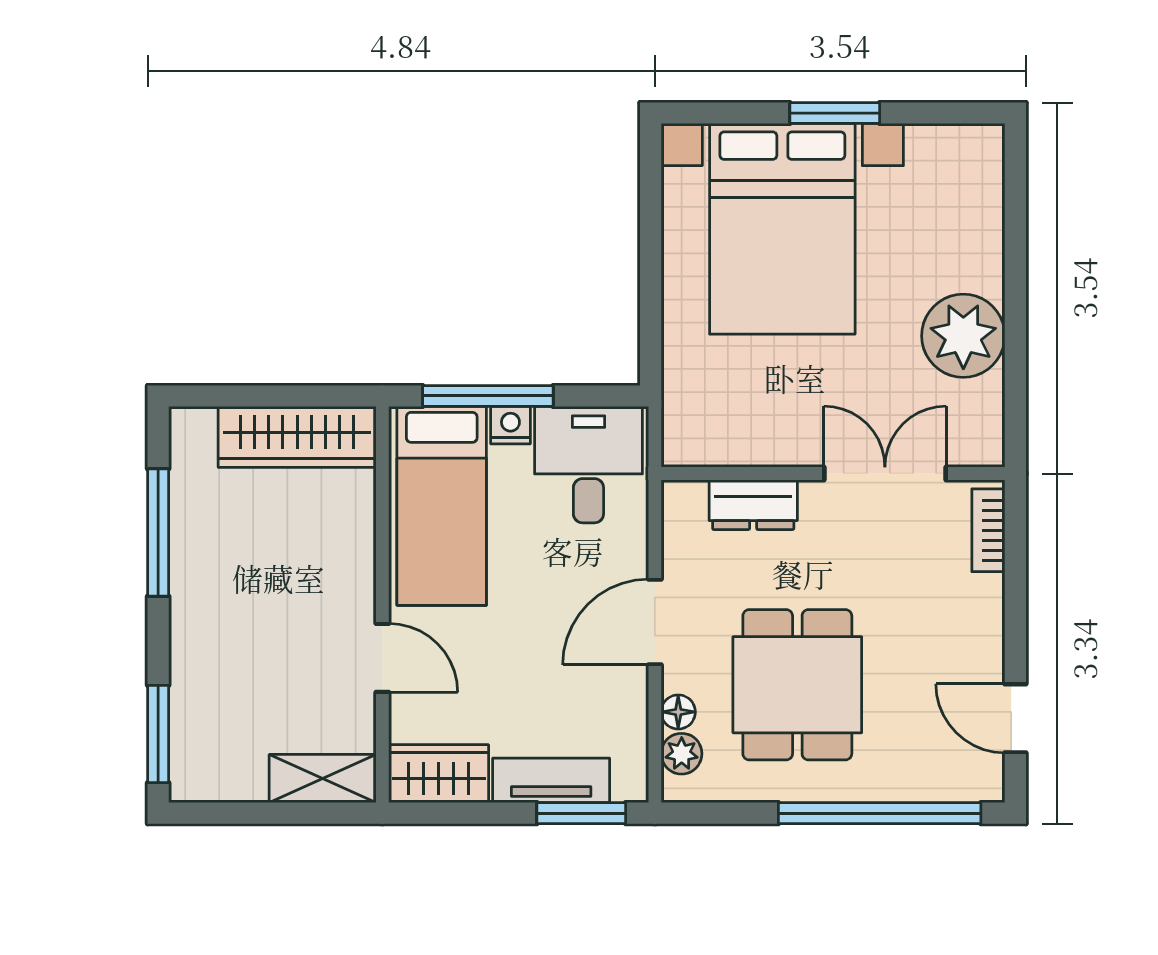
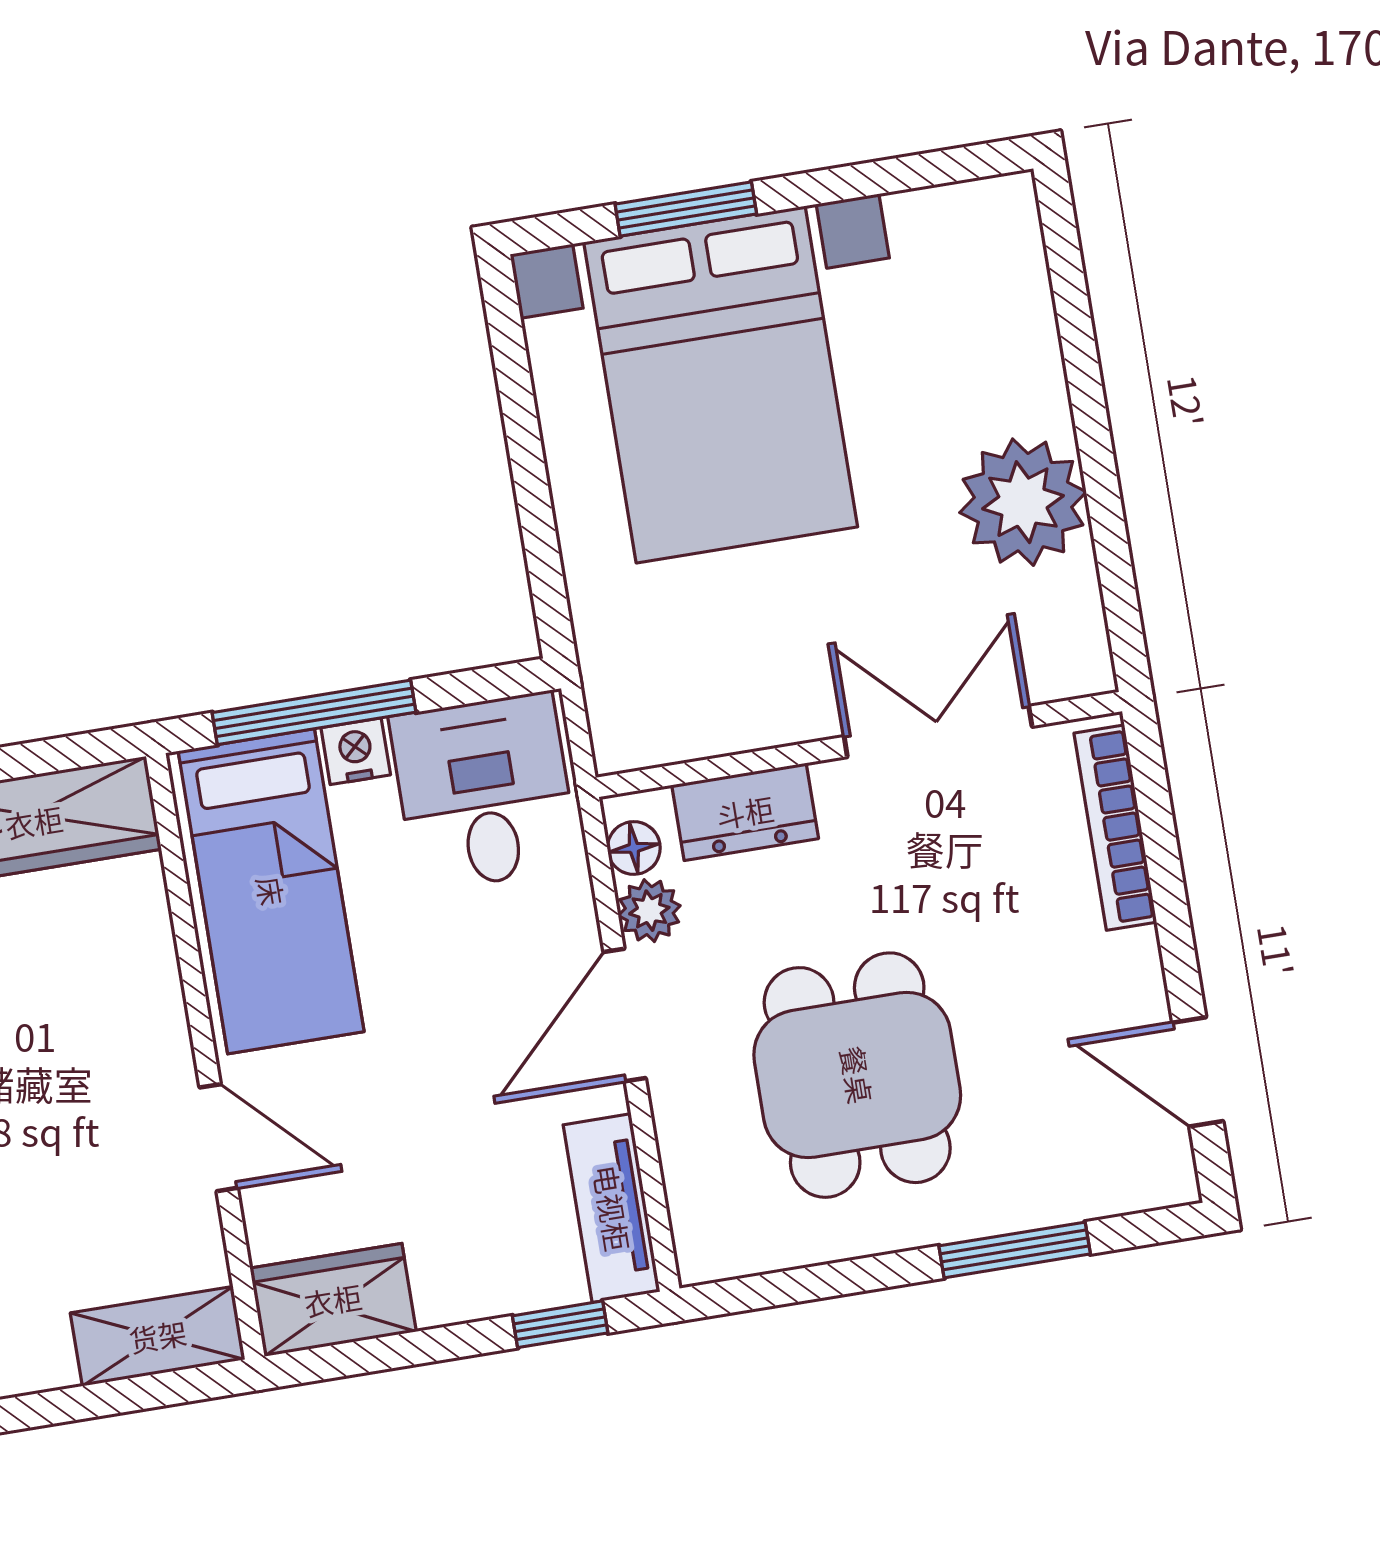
window: (835, 113) -> (686, 209), moved
bookcase: (988, 530) -> (1115, 828), width x1.56
floor lamp: (678, 712) -> (634, 848), moved
plant: (682, 754) -> (649, 911), moved
tv unit: (551, 780) -> (612, 1208), moved, turned -90
window: (581, 813) -> (560, 1324), width x0.67
window: (880, 813) -> (1015, 1250), width x0.47

